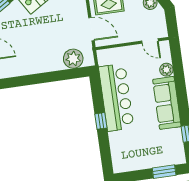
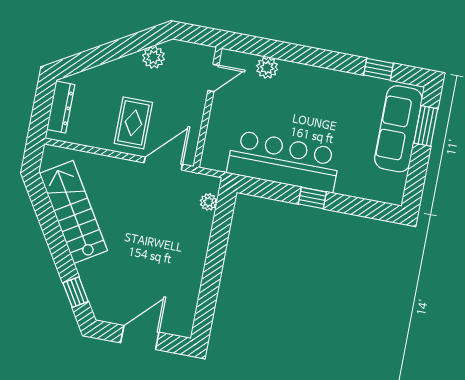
plant: (73, 59) -> (209, 202), width x0.53, depth x0.53
sofa: (167, 103) -> (398, 129), moved, turned 90

